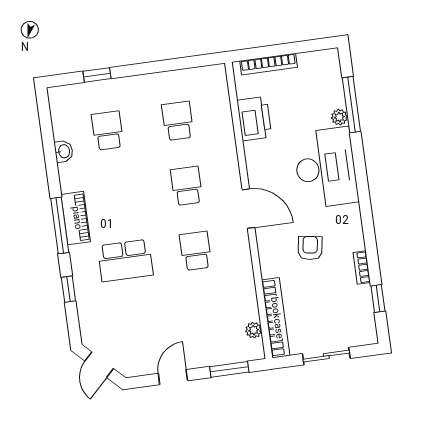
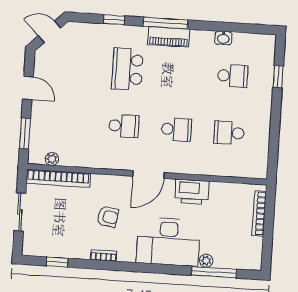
printer: (254, 119) -> (192, 192), moved
school desk: (178, 121) -> (229, 133), turned 180
bookcase: (362, 267) -> (103, 255), moved

